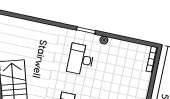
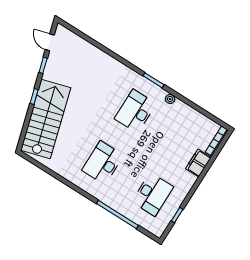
filing cabinet: (144, 81) -> (198, 163), added

